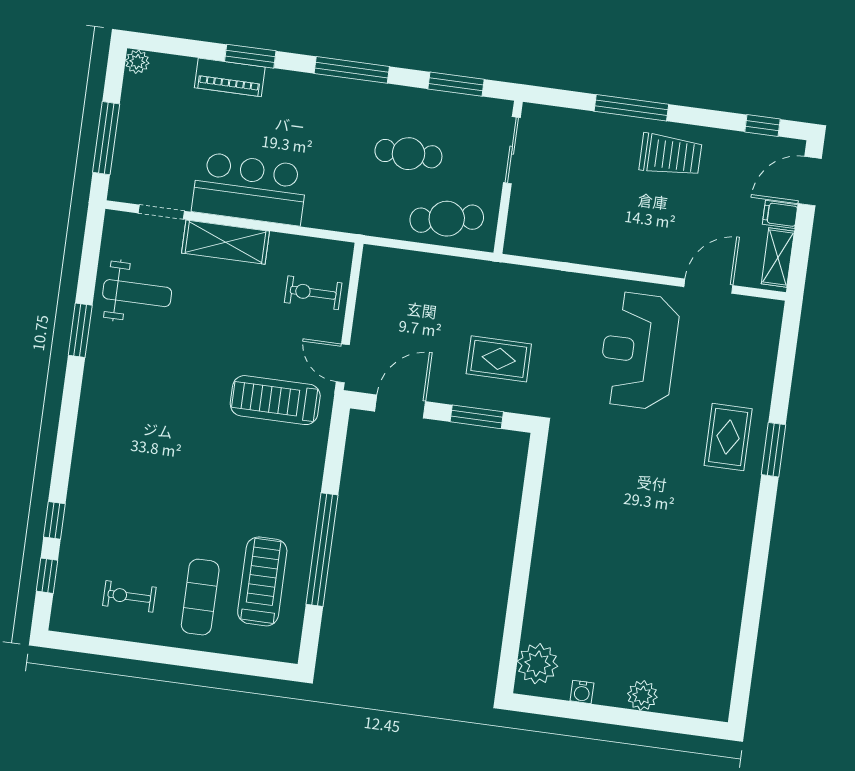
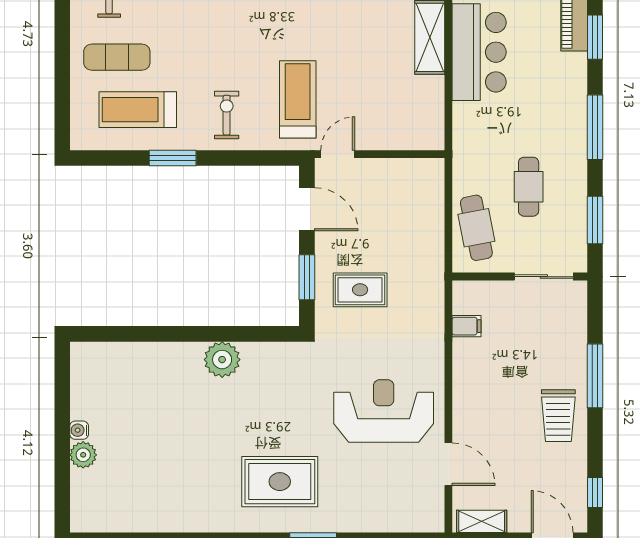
filing cabinet: (780, 214) -> (467, 326), moved, turned 90
exercise bike: (313, 293) -> (227, 115), moved
rug: (499, 359) -> (360, 290), turned 90
rug: (728, 437) -> (280, 482), moved, width x1.36, depth x1.43
window: (322, 550) -> (173, 158), width x0.47
treadmill: (262, 581) -> (138, 110), turned 180
plant: (537, 664) -> (222, 360), moved
water cooler: (582, 692) -> (79, 430), moved

